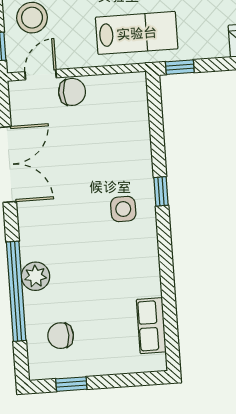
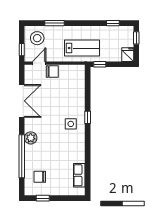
plant: (36, 276) -> (31, 138), moved

